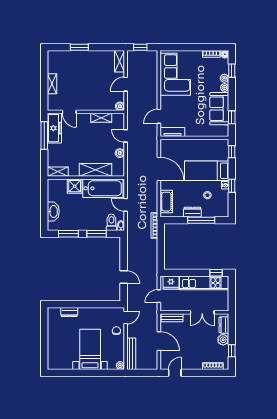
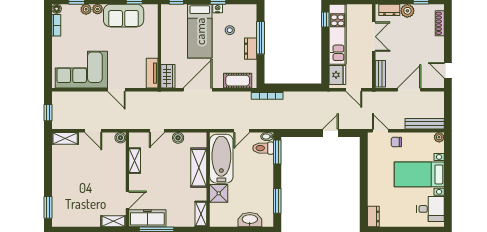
window: (79, 47) -> (48, 207), moved
shelving: (52, 84) -> (113, 221), moved
door: (159, 116) -> (116, 90), moved
wardrobe: (170, 145) -> (168, 76), added
window: (97, 234) -> (277, 152), moved
dresser: (69, 312) -> (373, 216), moved
desk: (62, 358) -> (430, 209), added

